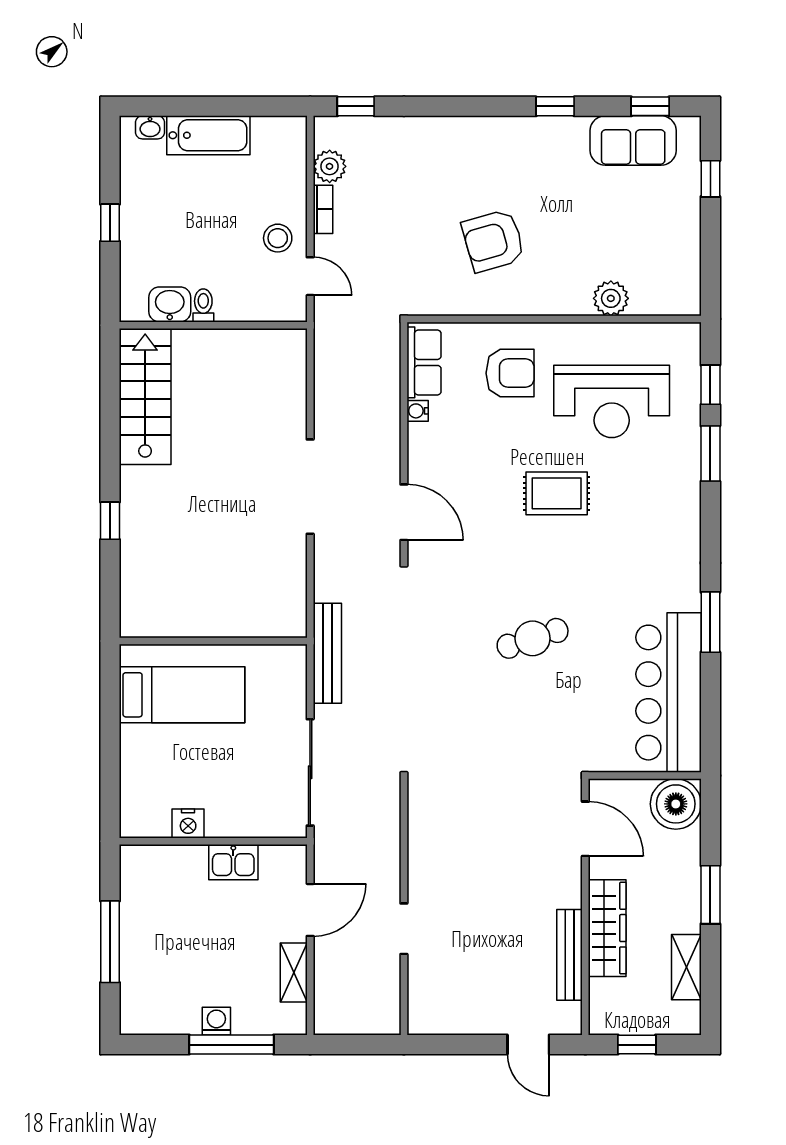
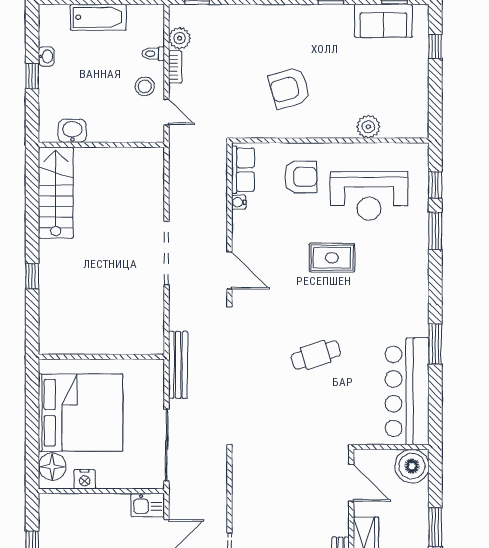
washbasin: (150, 127) -> (46, 56), moved, turned -90
toilet: (203, 305) -> (153, 54), moved, turned -90
bed: (182, 695) -> (81, 413), width x2.04
floor lamp: (140, 805) -> (52, 467), added
kitchen sink: (233, 862) -> (148, 505), moved

